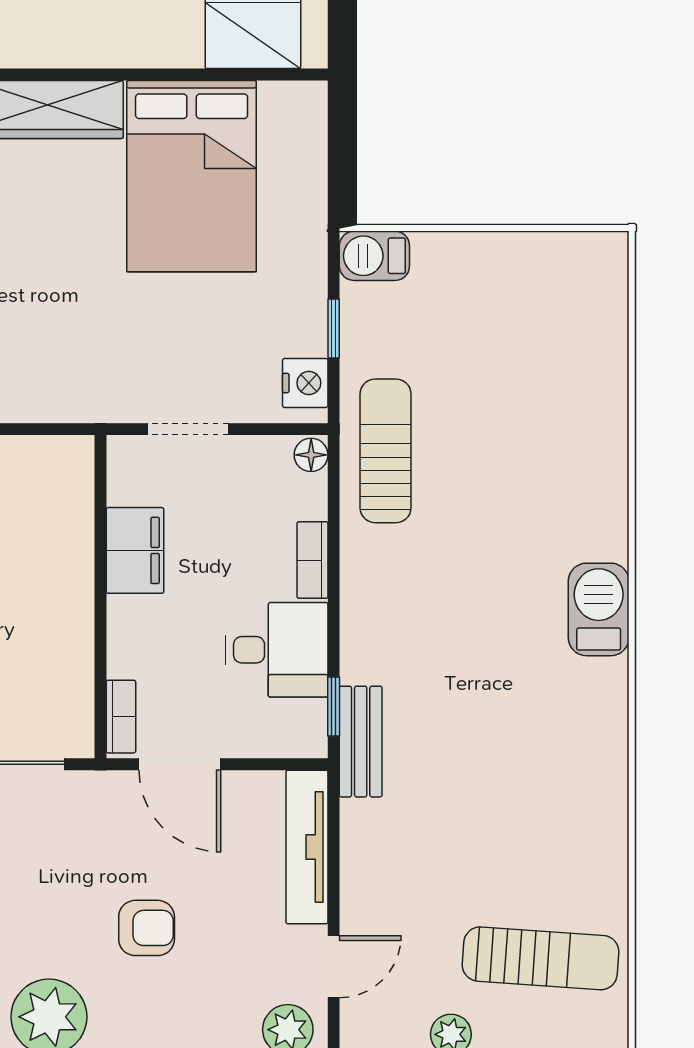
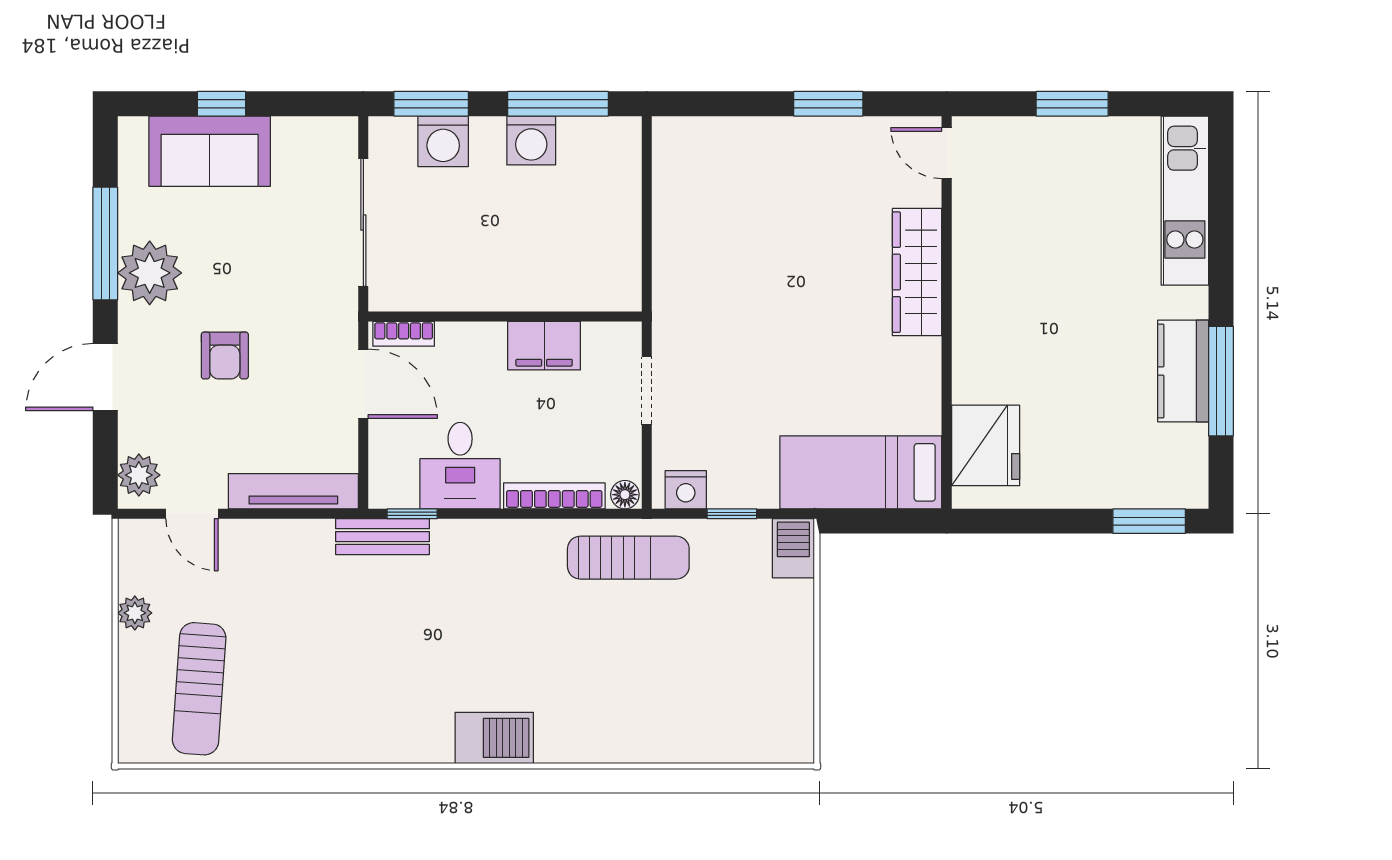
bed: (192, 176) -> (861, 472), moved, width x0.67
bookcase: (312, 560) -> (554, 496), width x1.56
door: (180, 764) -> (363, 384), swing flipped

